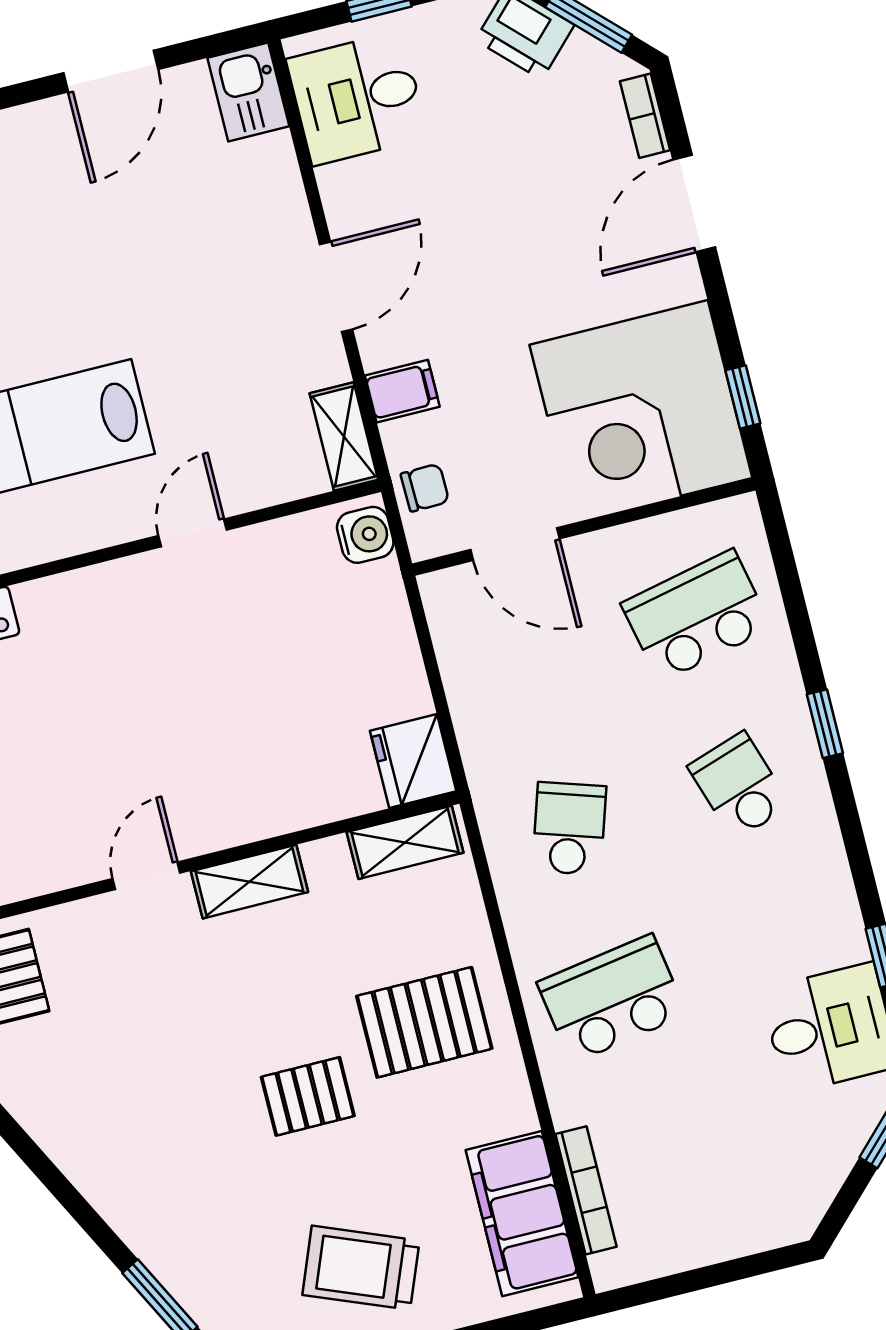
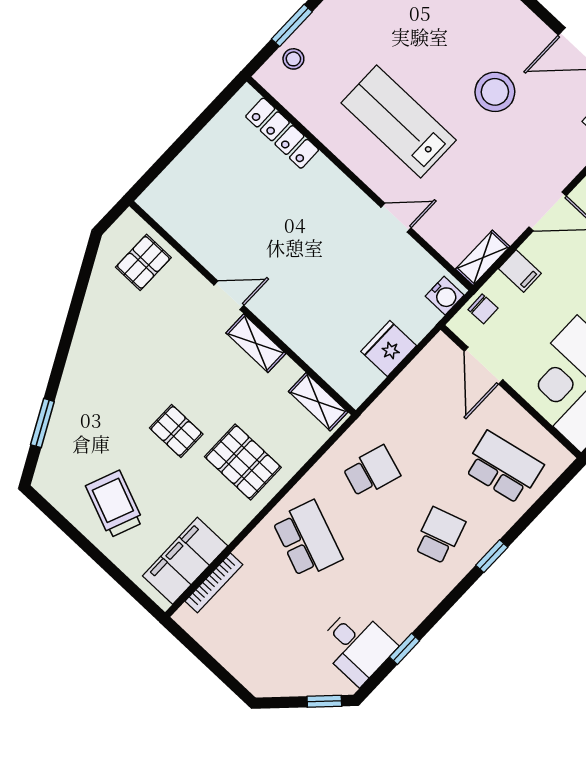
stool: (94, 249) -> (495, 92), added
fridge: (413, 761) -> (389, 348), moved
school desk: (612, 999) -> (307, 539), turned 30

